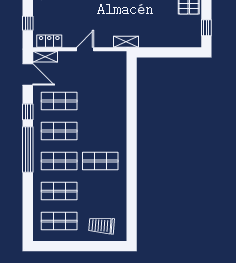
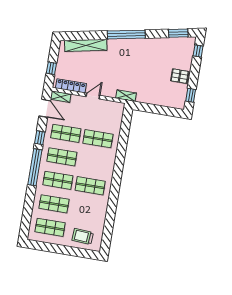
locker: (49, 41) -> (71, 86), width x1.53
shop shelf: (100, 101) -> (98, 139), added

